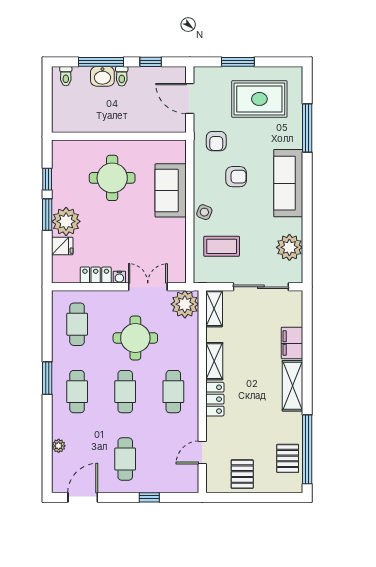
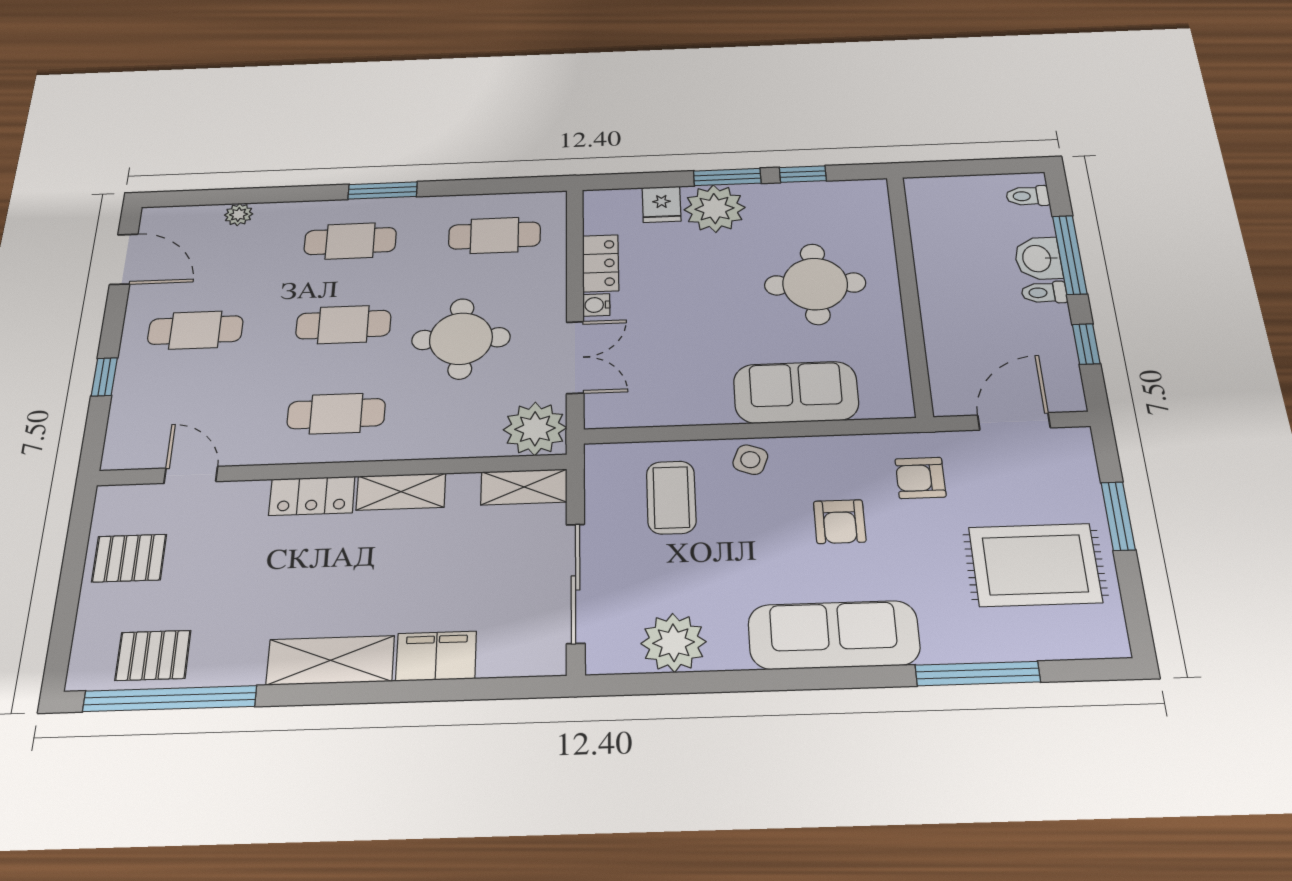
rug: (259, 99) -> (1035, 565), turned 90

